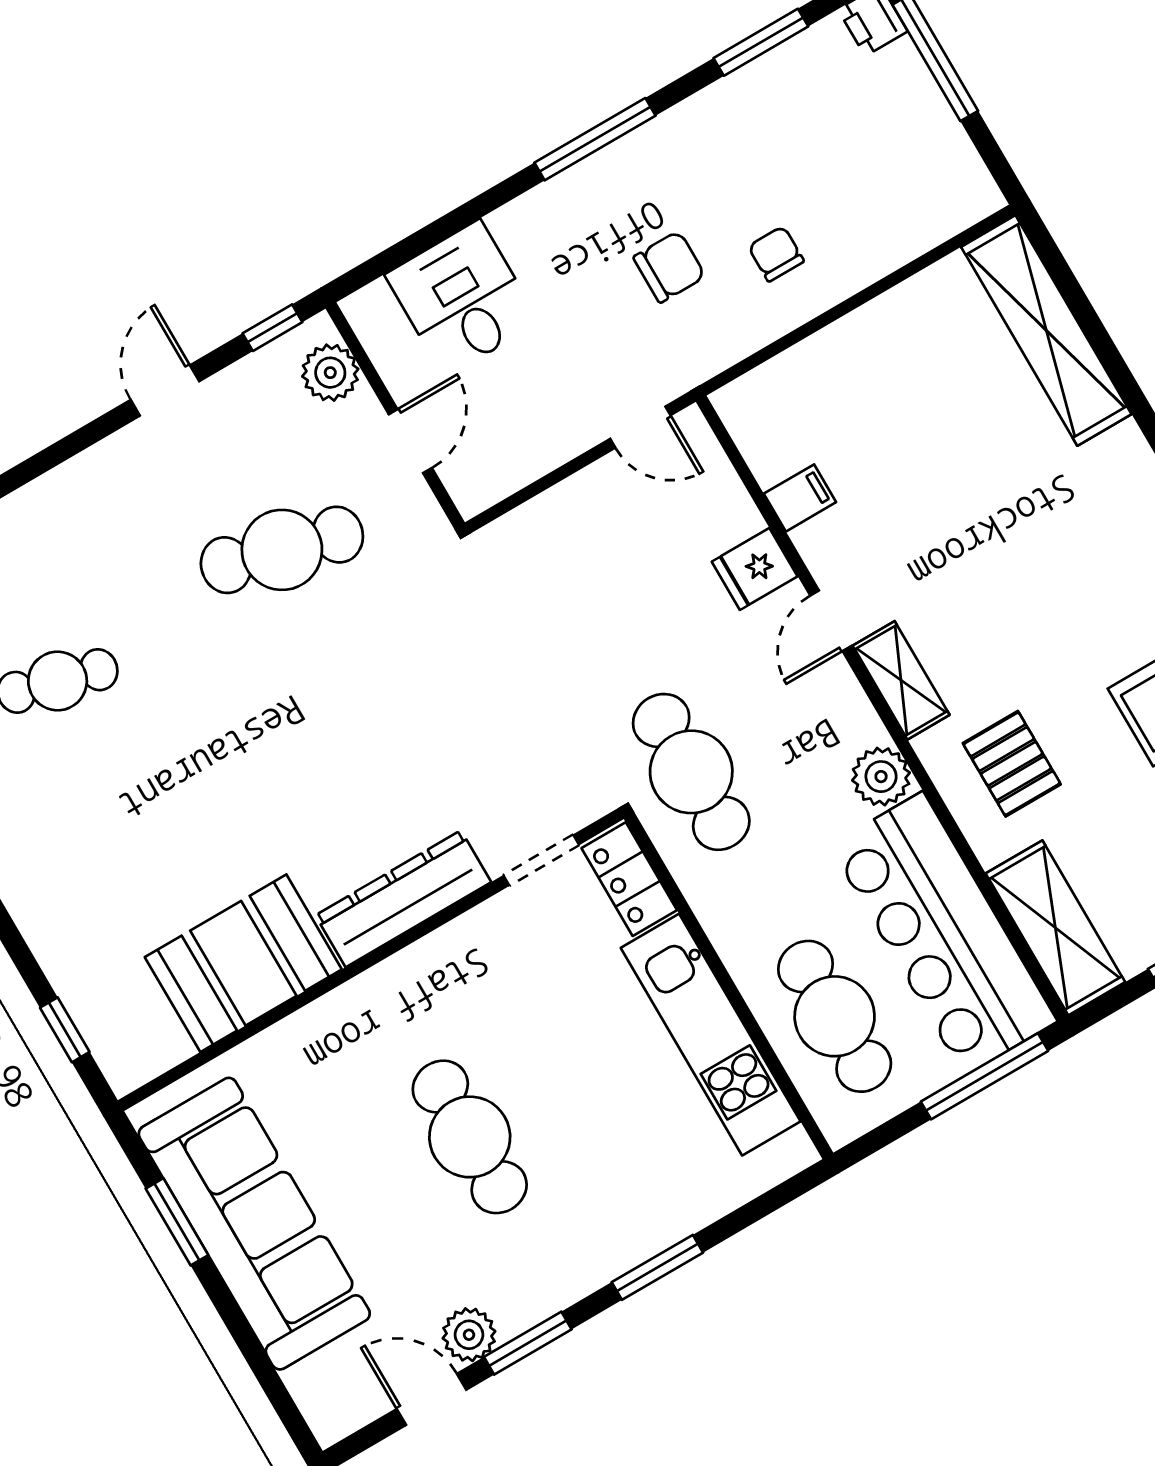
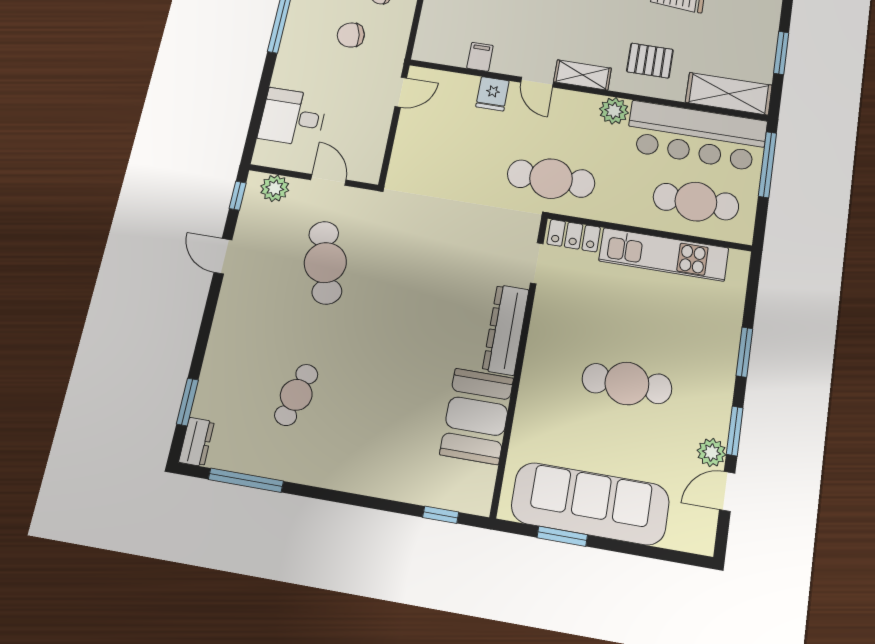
chair: (669, 267) -> (351, 35), turned -101
cafe table: (282, 550) -> (325, 263), turned -30

